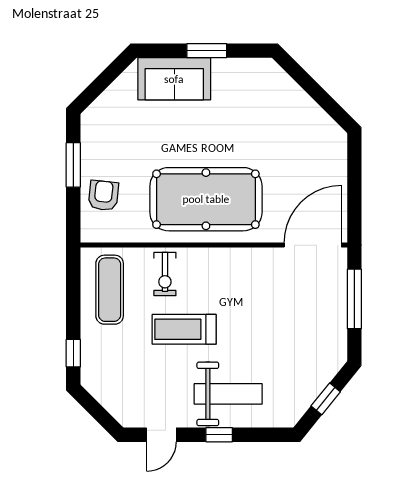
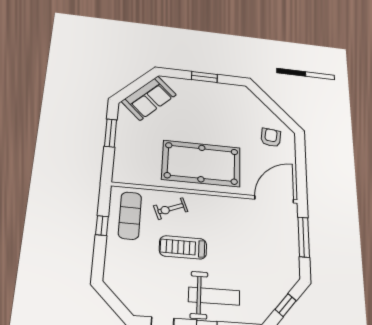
sofa: (174, 79) -> (149, 98), moved, turned -45
armchair: (103, 195) -> (271, 138), moved
exercise bike: (165, 274) -> (171, 209), turned 68
window: (73, 353) -> (102, 226), moved

